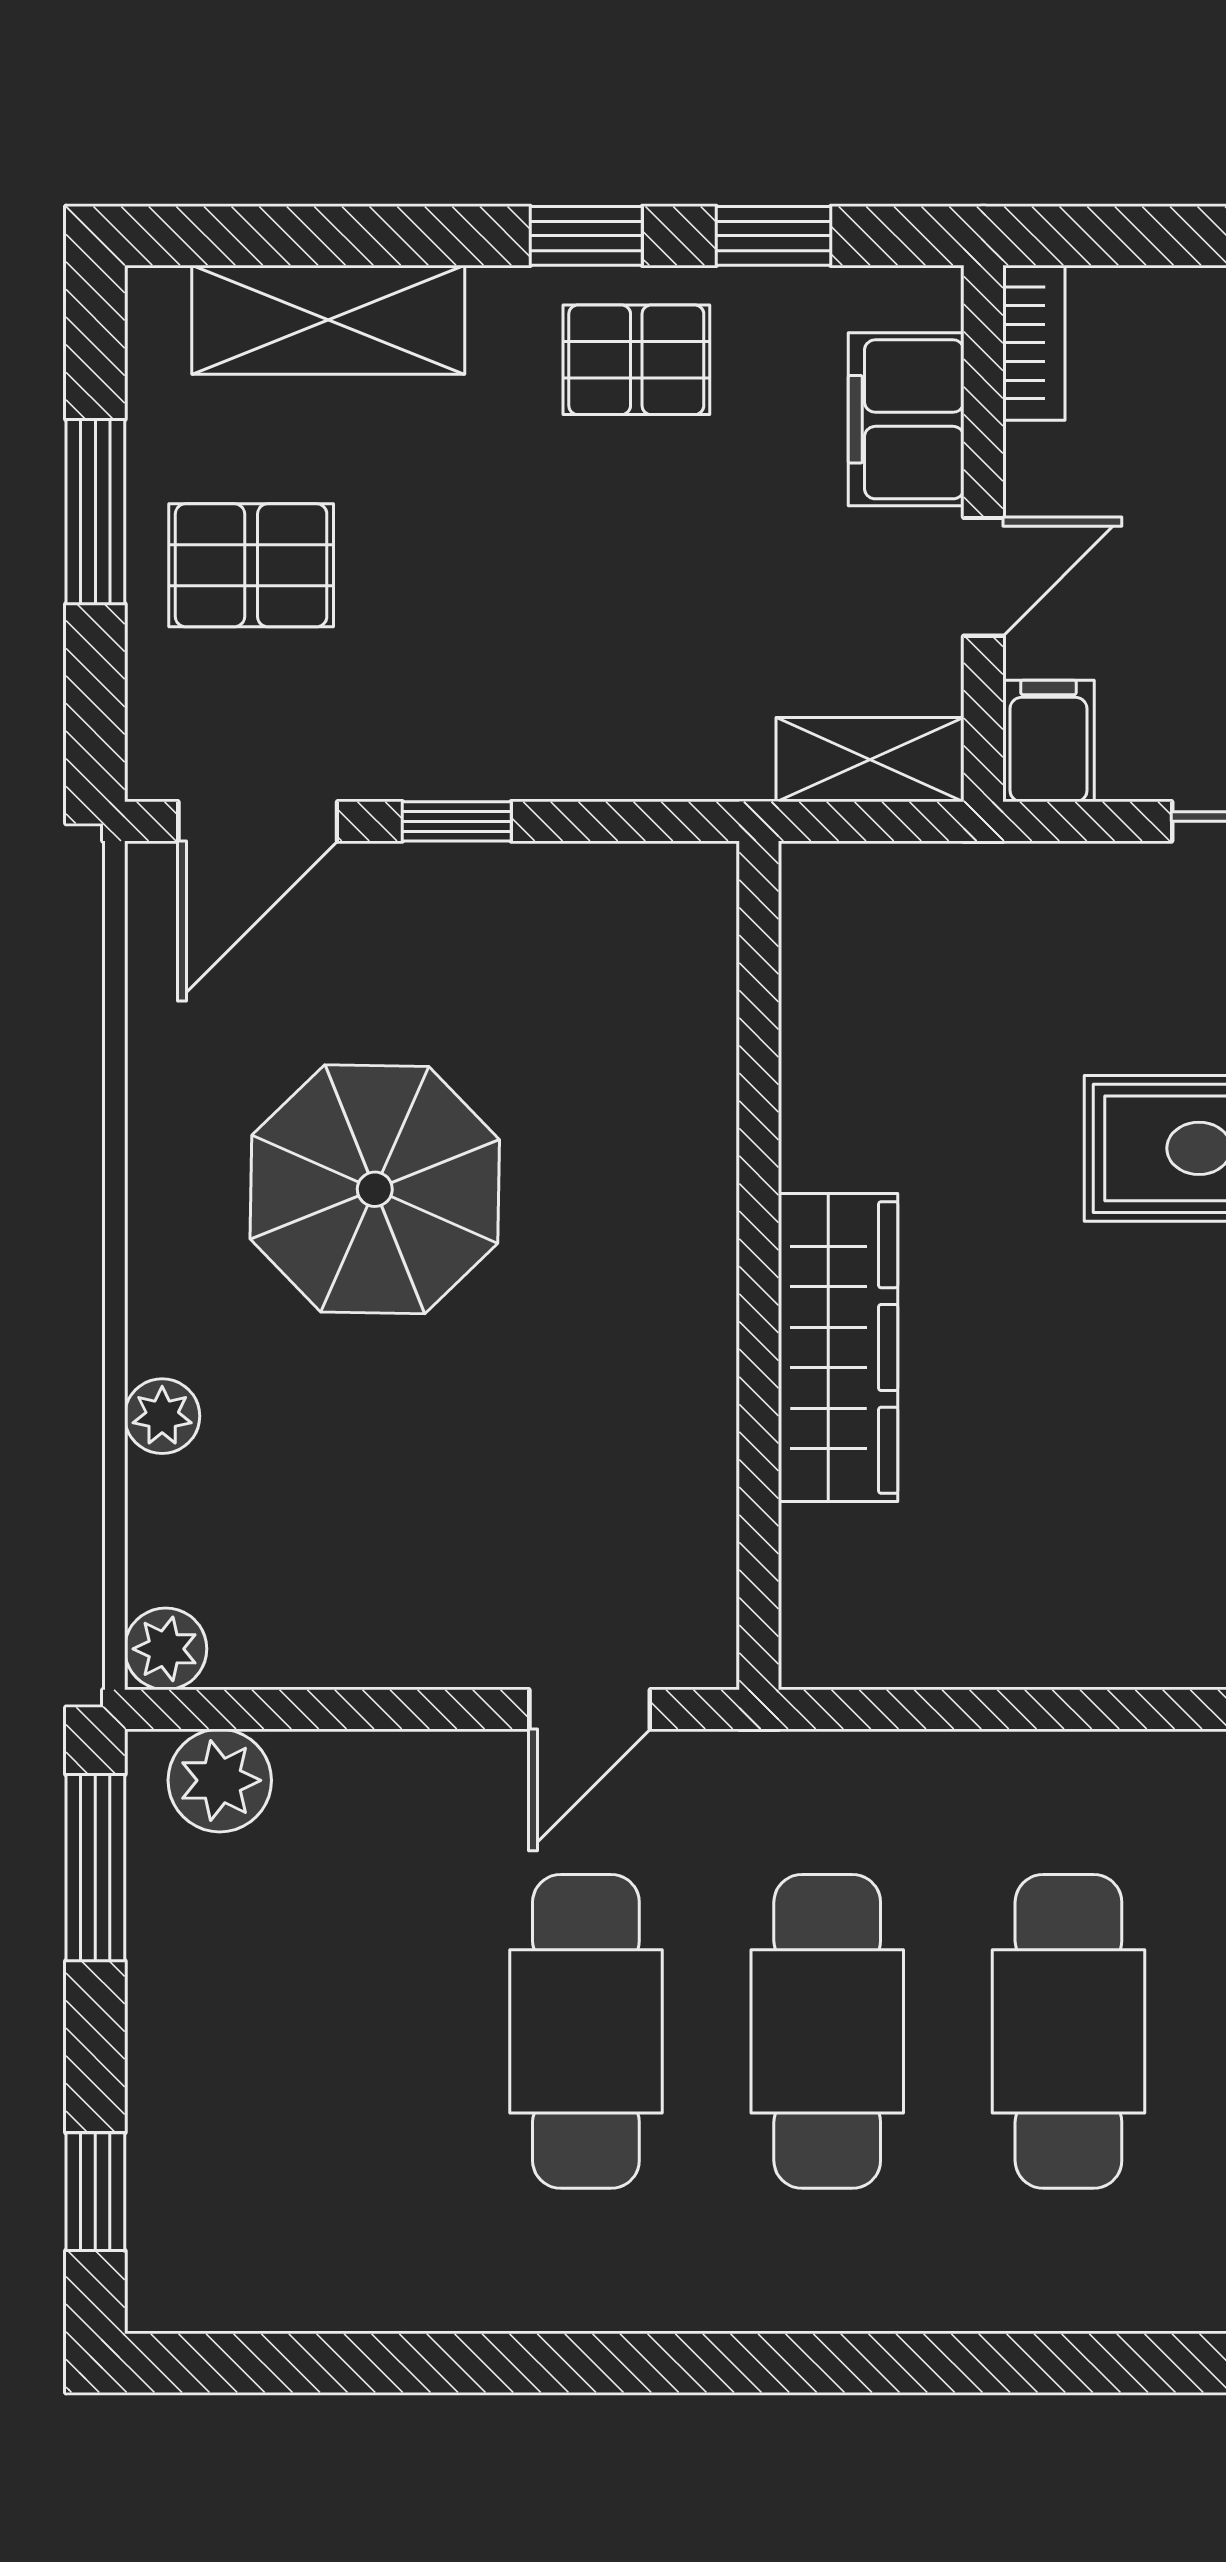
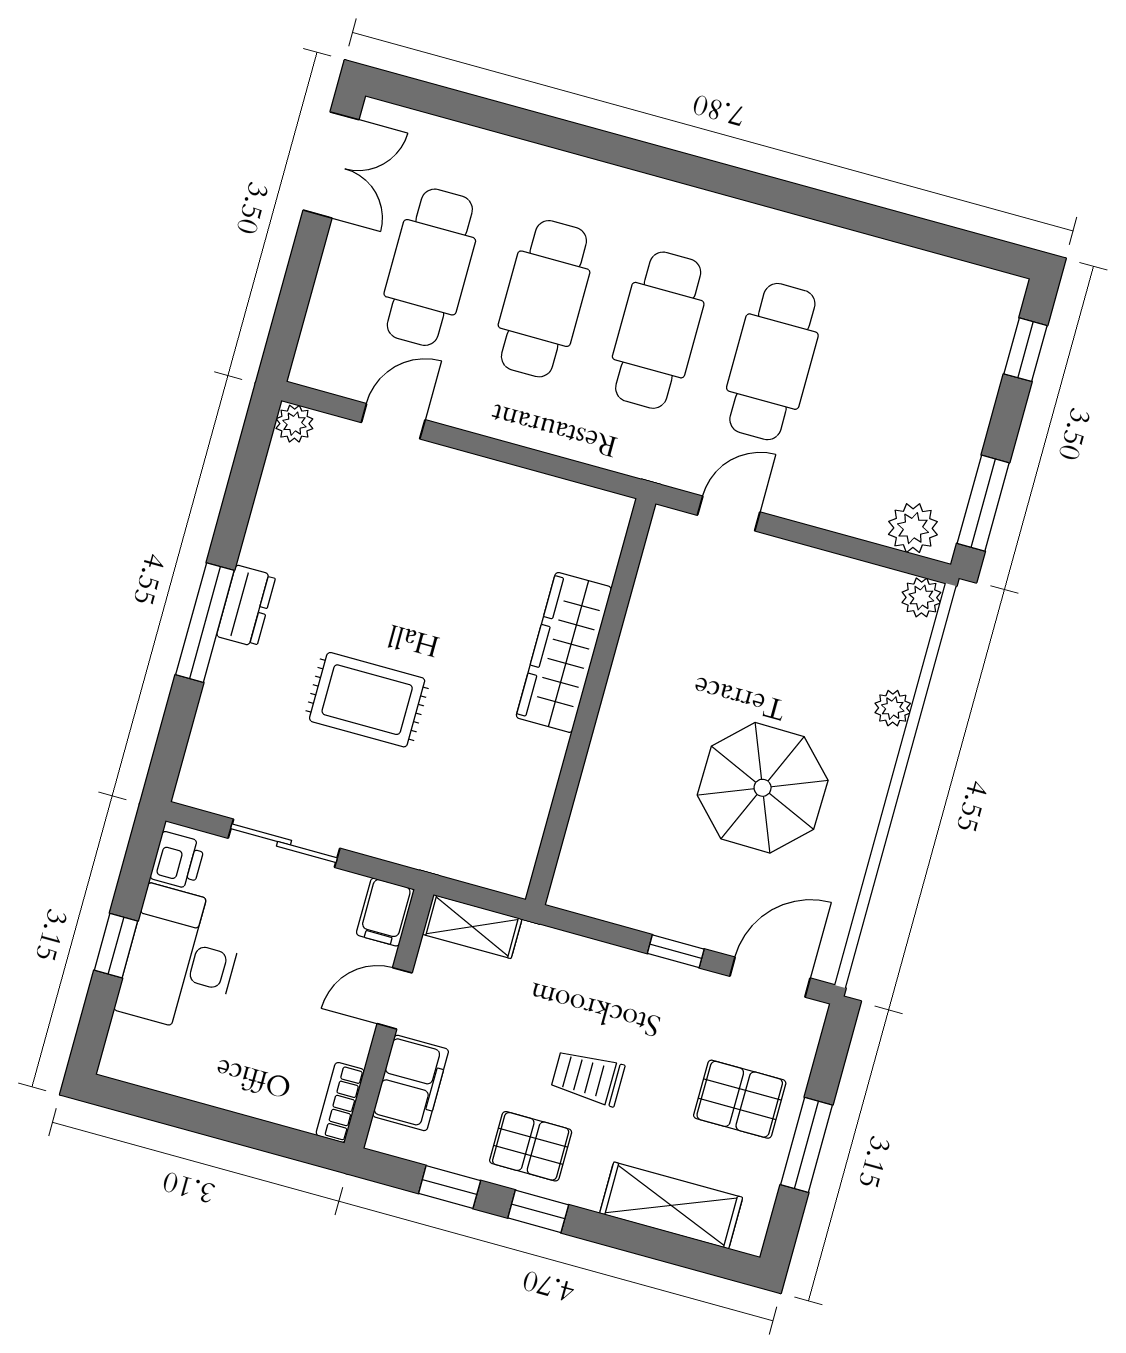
trolley: (561, 526) -> (588, 1078), added

